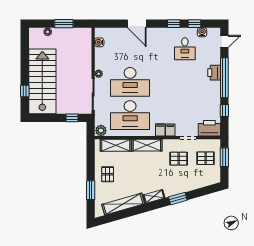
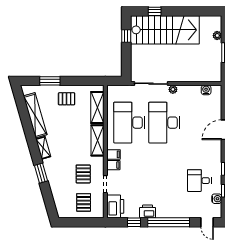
printer: (214, 73) -> (148, 211), moved
window: (72, 118) -> (126, 36), moved
plant: (101, 131) -> (113, 92), removed
window: (224, 157) -> (85, 222), removed

